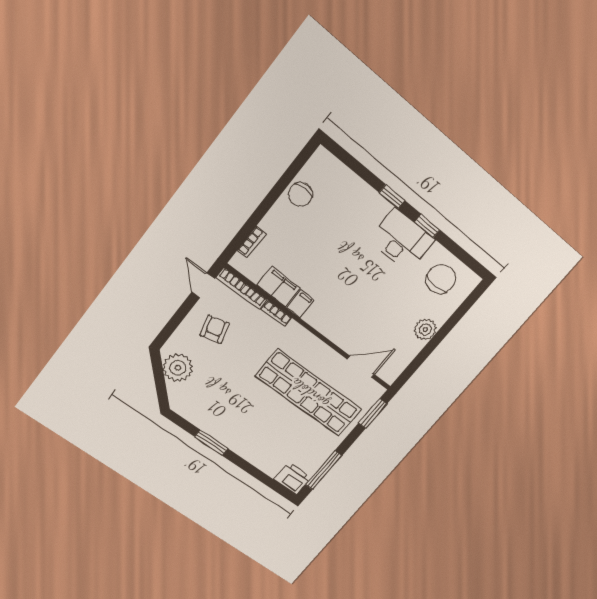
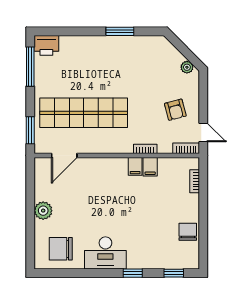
window: (427, 226) -> (174, 273), moved
chair: (441, 279) -> (61, 249), turned 90
filing cabinet: (279, 287) -> (150, 167), width x0.50
bookcase: (242, 288) -> (186, 148), width x0.64
plant: (178, 368) -> (187, 67), width x0.53, depth x0.53

